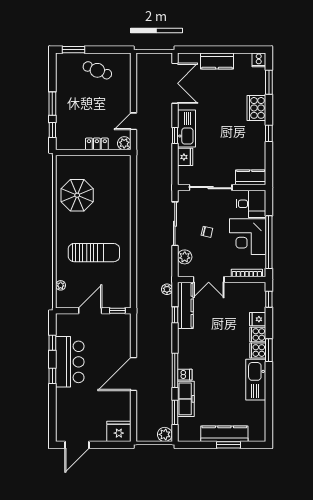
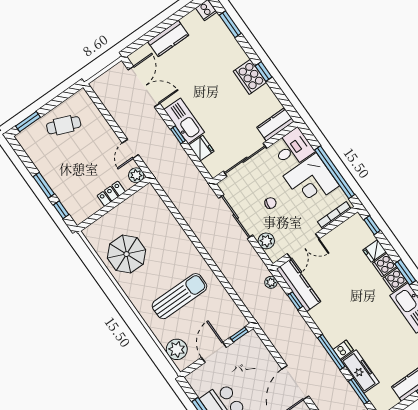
cooker: (256, 108) -> (250, 77), moved
plant: (61, 285) -> (177, 349), width x1.88, depth x1.88

